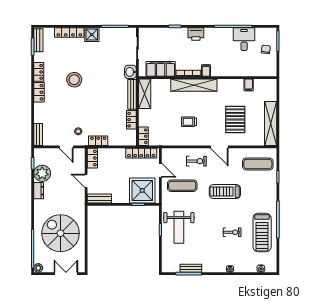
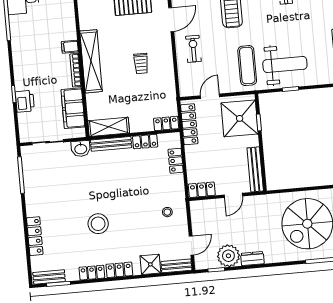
printer: (196, 34) -> (25, 101), moved
shower: (92, 35) -> (150, 264), moved
locker: (98, 141) -> (176, 161), moved
door: (66, 147) -> (191, 246), moved
exercise mat: (182, 186) -> (247, 66), moved
bench: (99, 199) -> (255, 169), width x1.36

